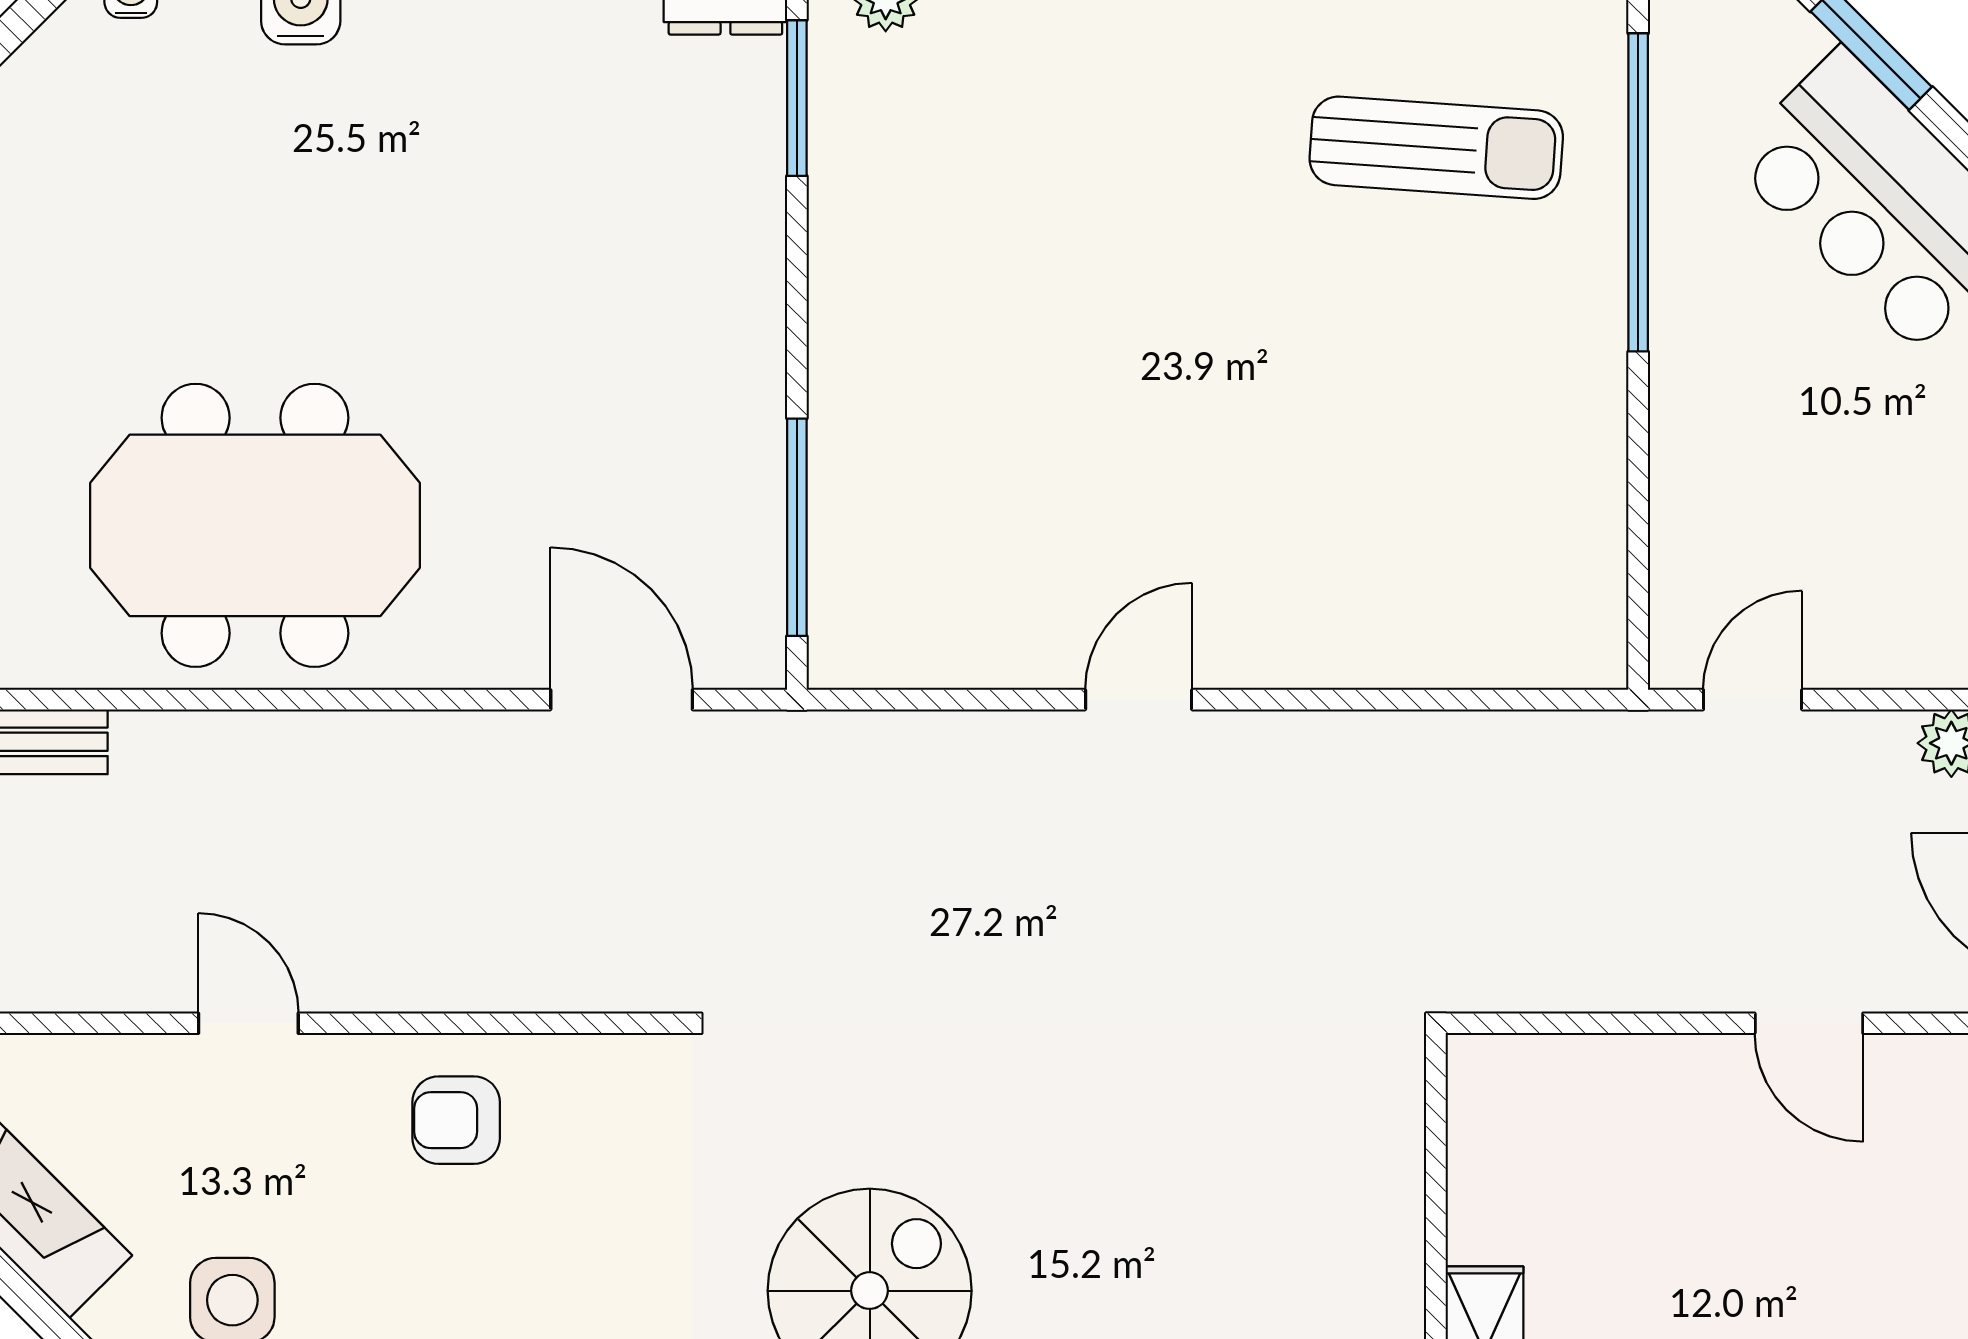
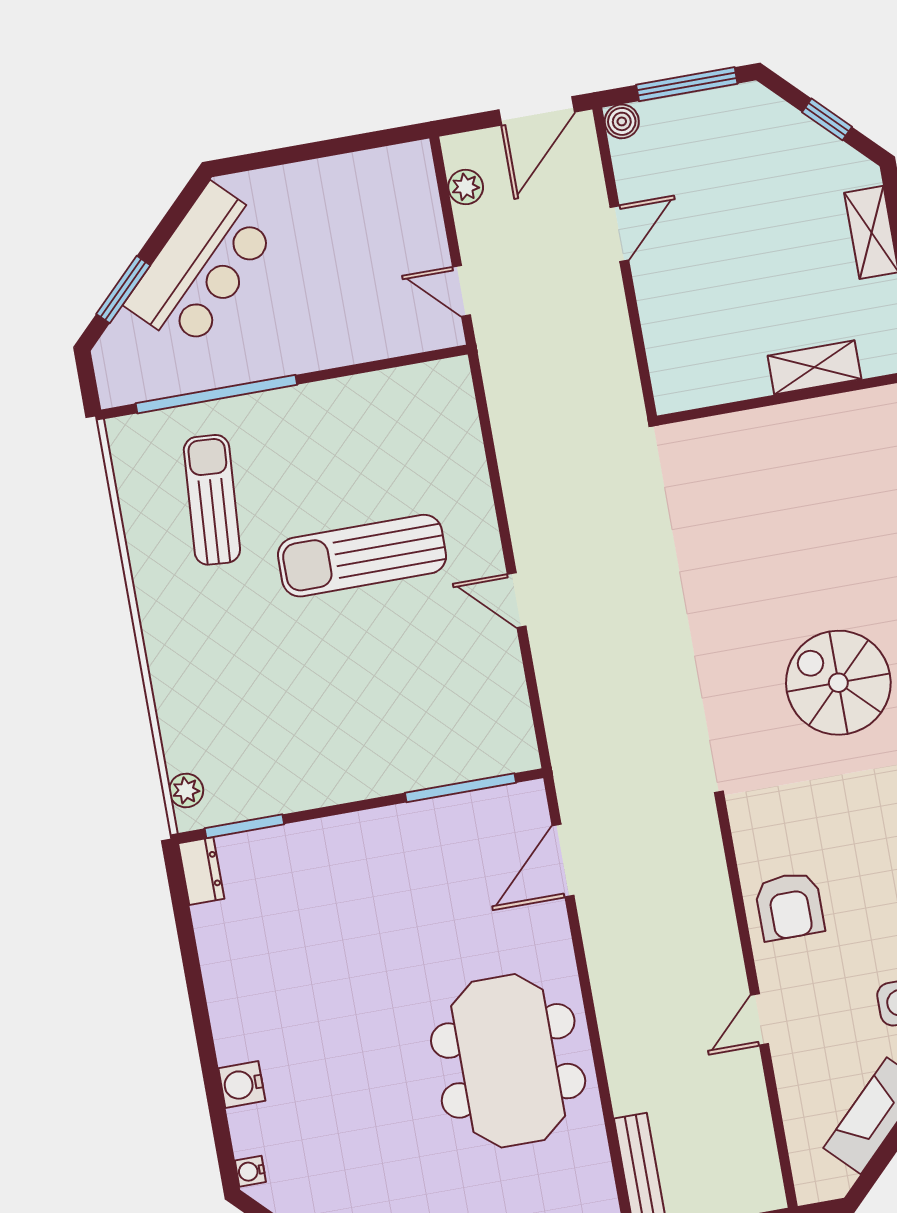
sun lounger: (1277, 417) -> (362, 556), added
armchair: (456, 1120) -> (790, 906), width x1.38, depth x1.38

